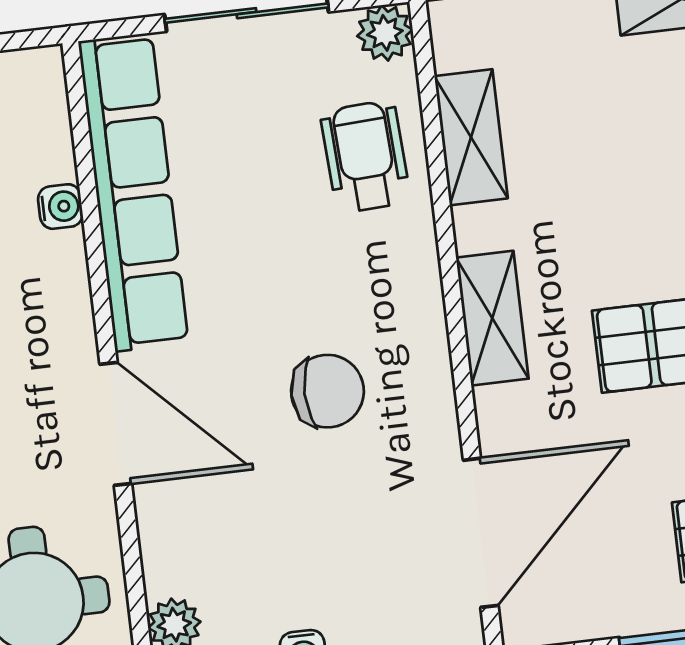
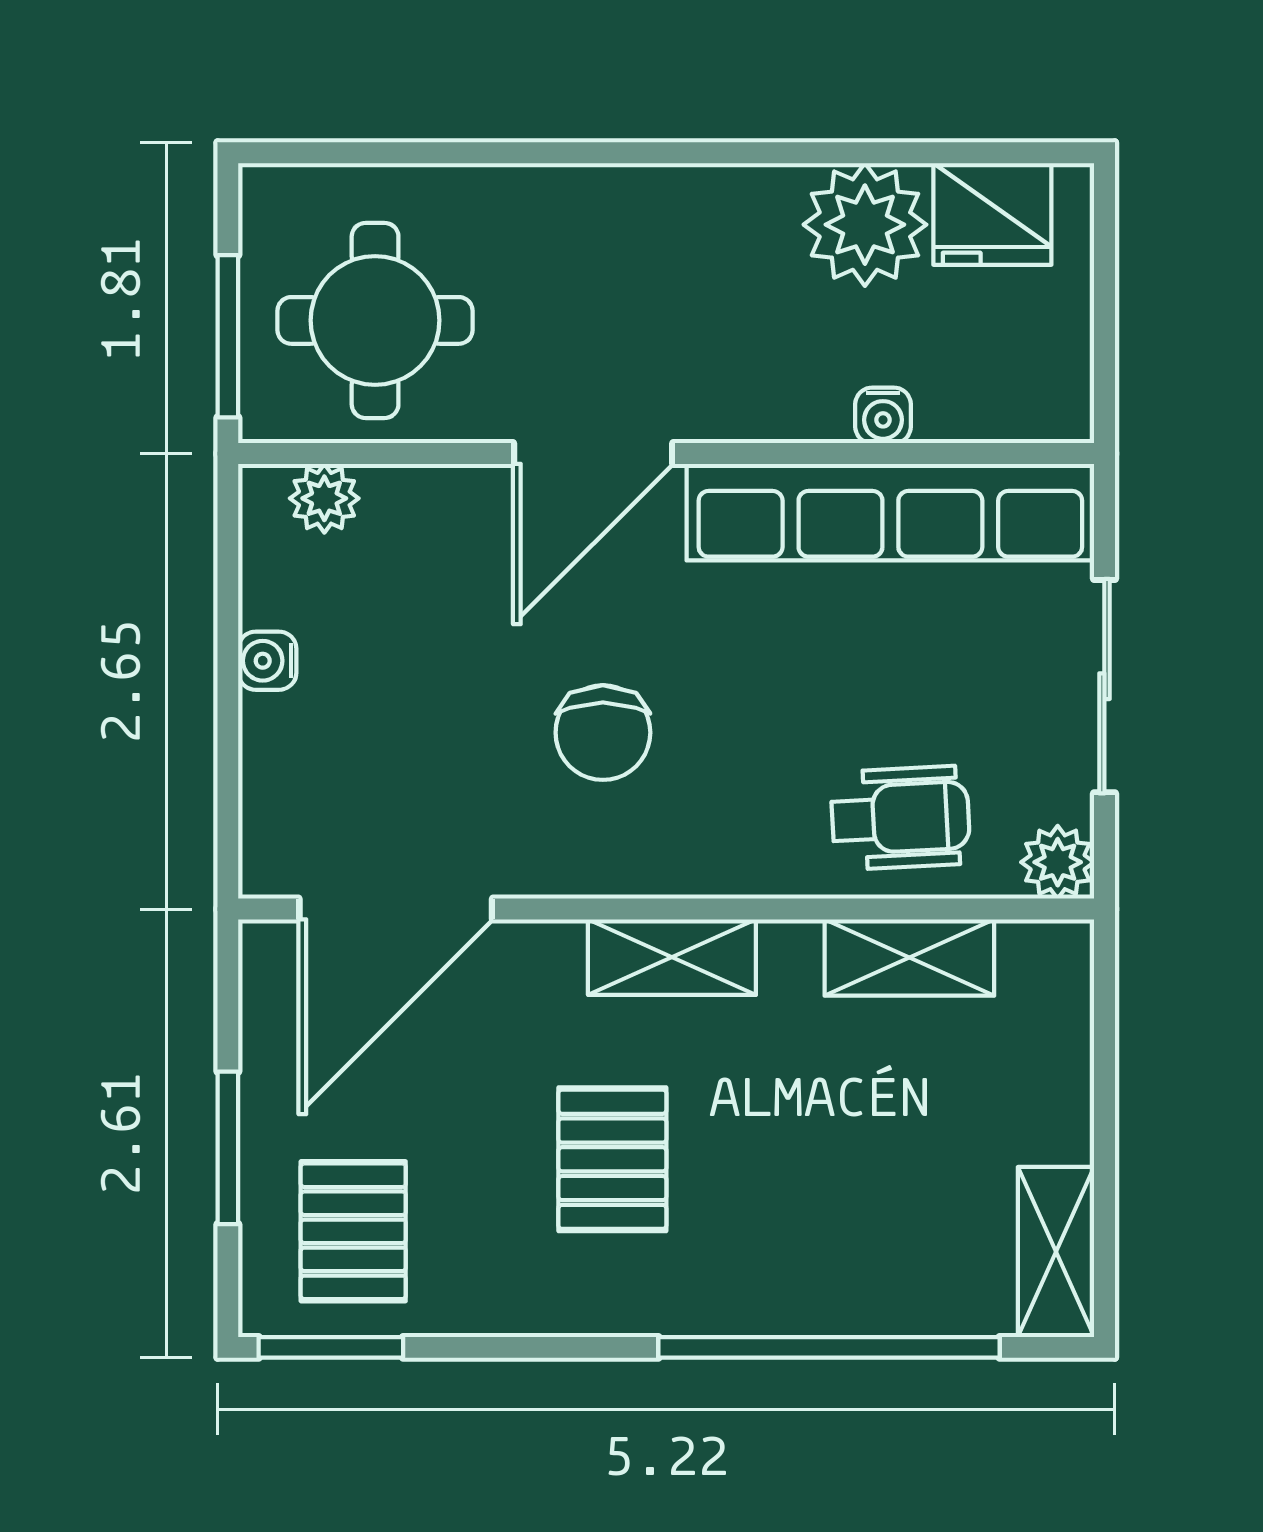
door: (481, 533) -> (396, 909), hinge flipped

